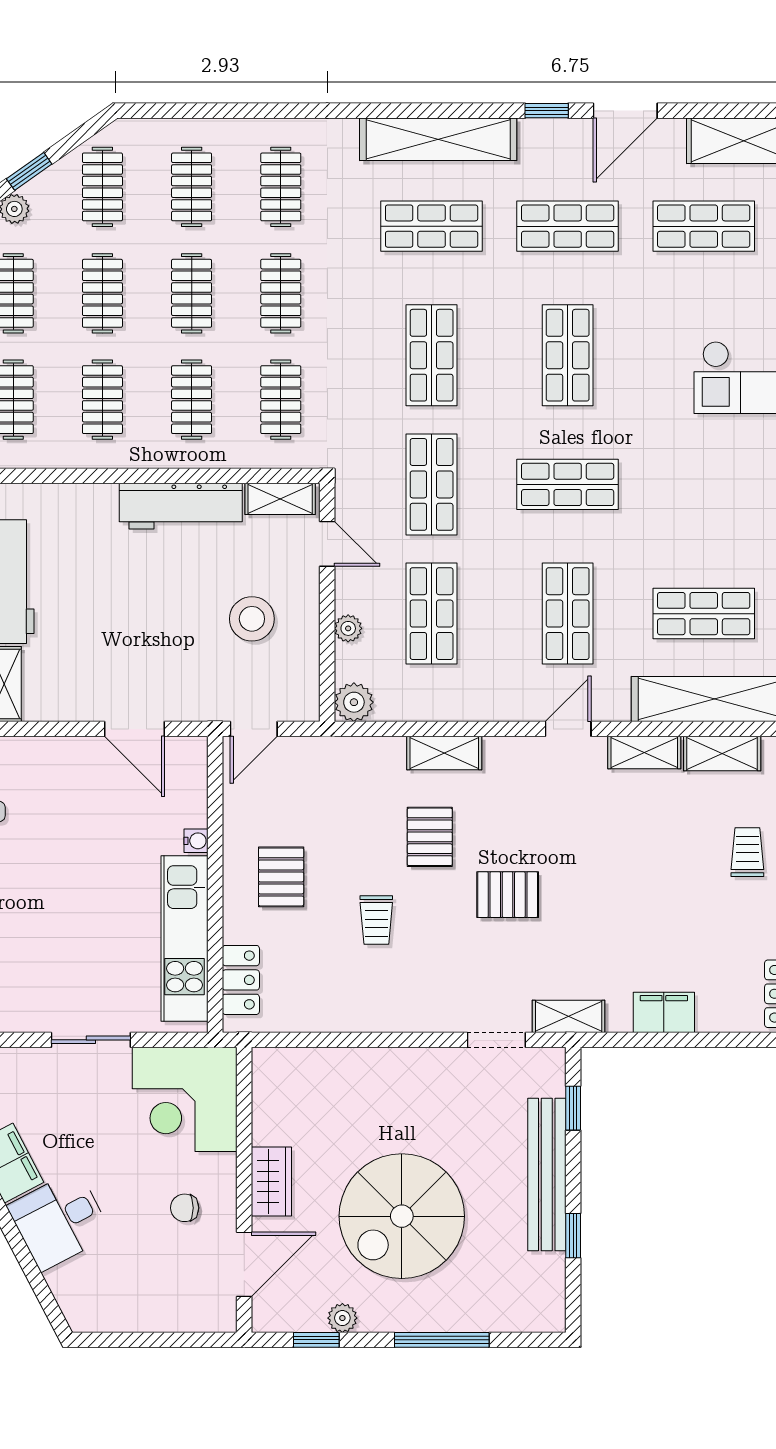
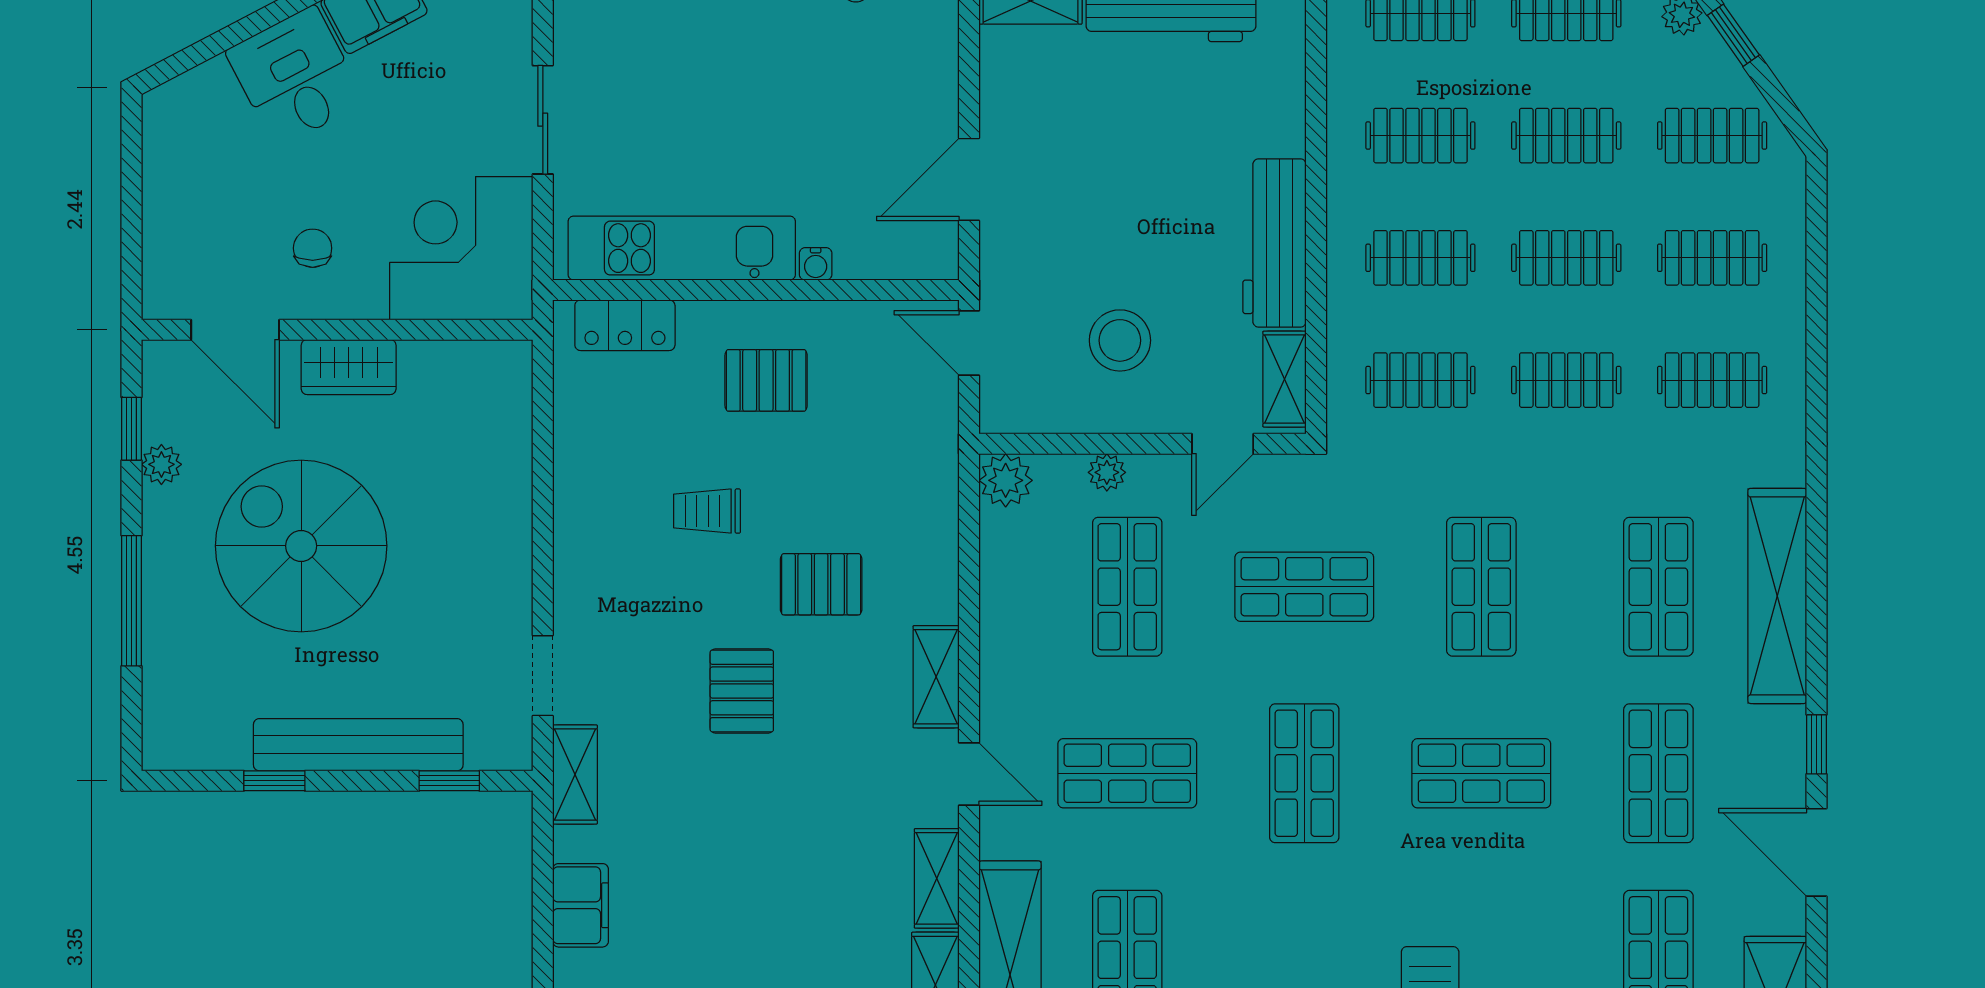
shop shelf: (432, 355) -> (1481, 587), turned 90
shop shelf: (432, 614) -> (1127, 587), turned 90
shelving: (444, 753) -> (936, 677), moved

